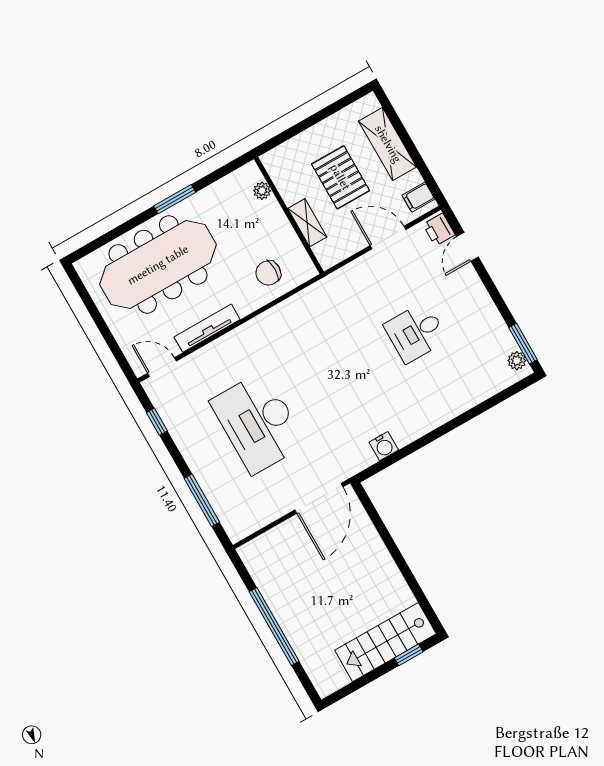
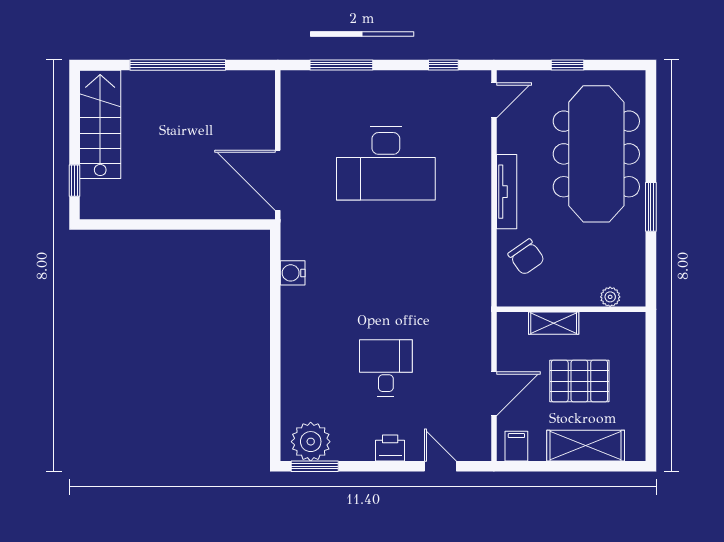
printer: (439, 230) -> (390, 448), moved
chair: (268, 273) -> (526, 257), turned 145
window: (102, 326) -> (567, 65), added
tv unit: (207, 328) -> (507, 192), moved
plant: (517, 361) -> (311, 442), width x1.87, depth x1.87
desk: (258, 423) -> (386, 163), turned 180
stairs: (385, 642) -> (100, 124), moved

